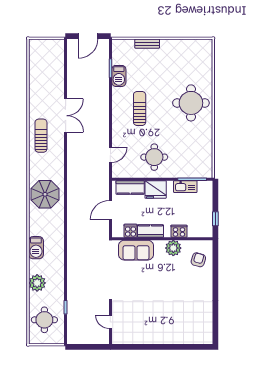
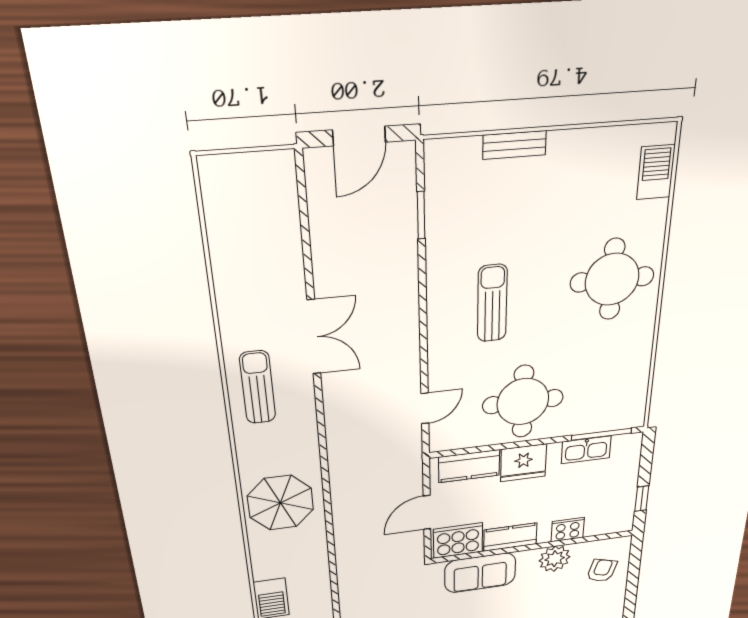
barbecue: (119, 76) -> (656, 172), moved, turned 180
round table: (154, 157) -> (523, 402), width x1.36, depth x1.36
cooker: (130, 231) -> (458, 541), width x1.87, depth x1.31

